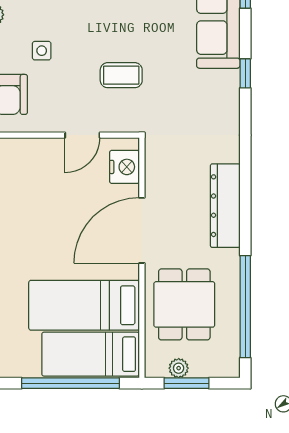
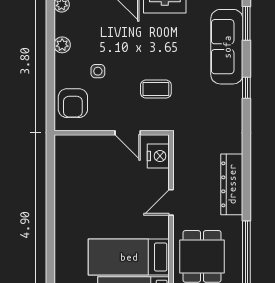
door: (82, 135) -> (128, 133), hinge flipped
door: (142, 230) -> (171, 202), width x0.53

